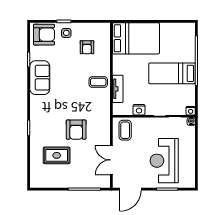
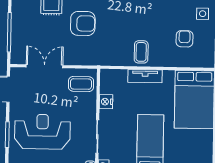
armchair: (87, 47) -> (185, 39), turned 90
tv unit: (118, 89) -> (145, 76), moved
armchair: (76, 130) -> (83, 23), turned 180

